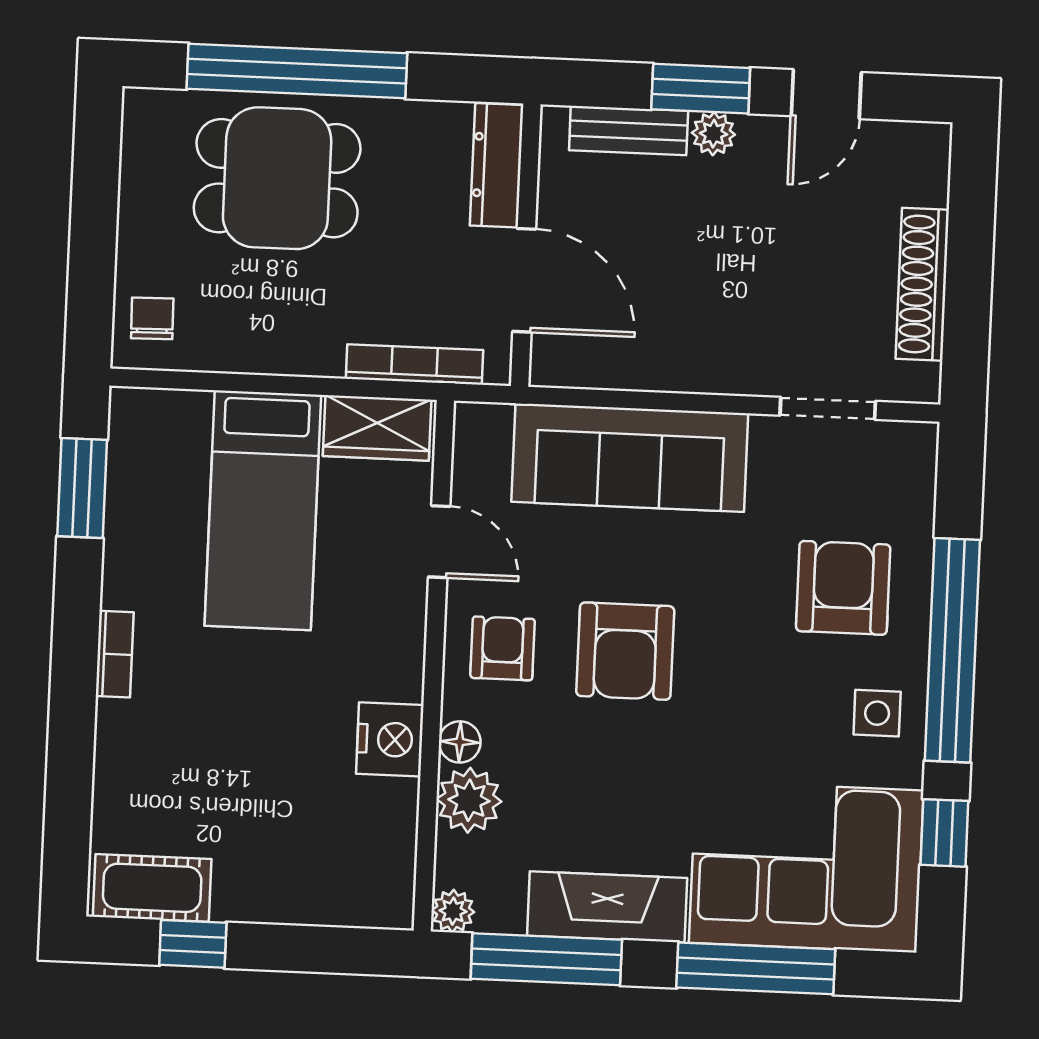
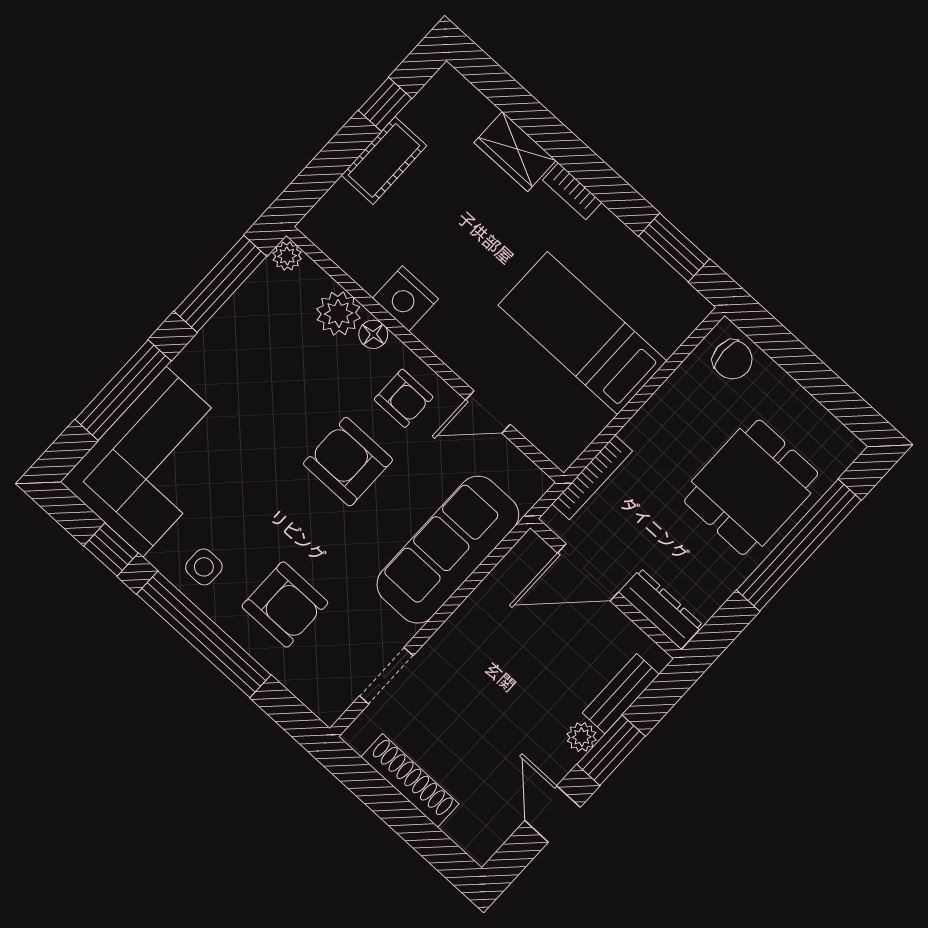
chair: (152, 318) -> (732, 360), width x1.37, depth x1.37
wardrobe: (377, 428) -> (515, 152), moved, turned -90
cot: (152, 888) -> (384, 160), moved
fireplace: (607, 907) -> (221, 339), removed

